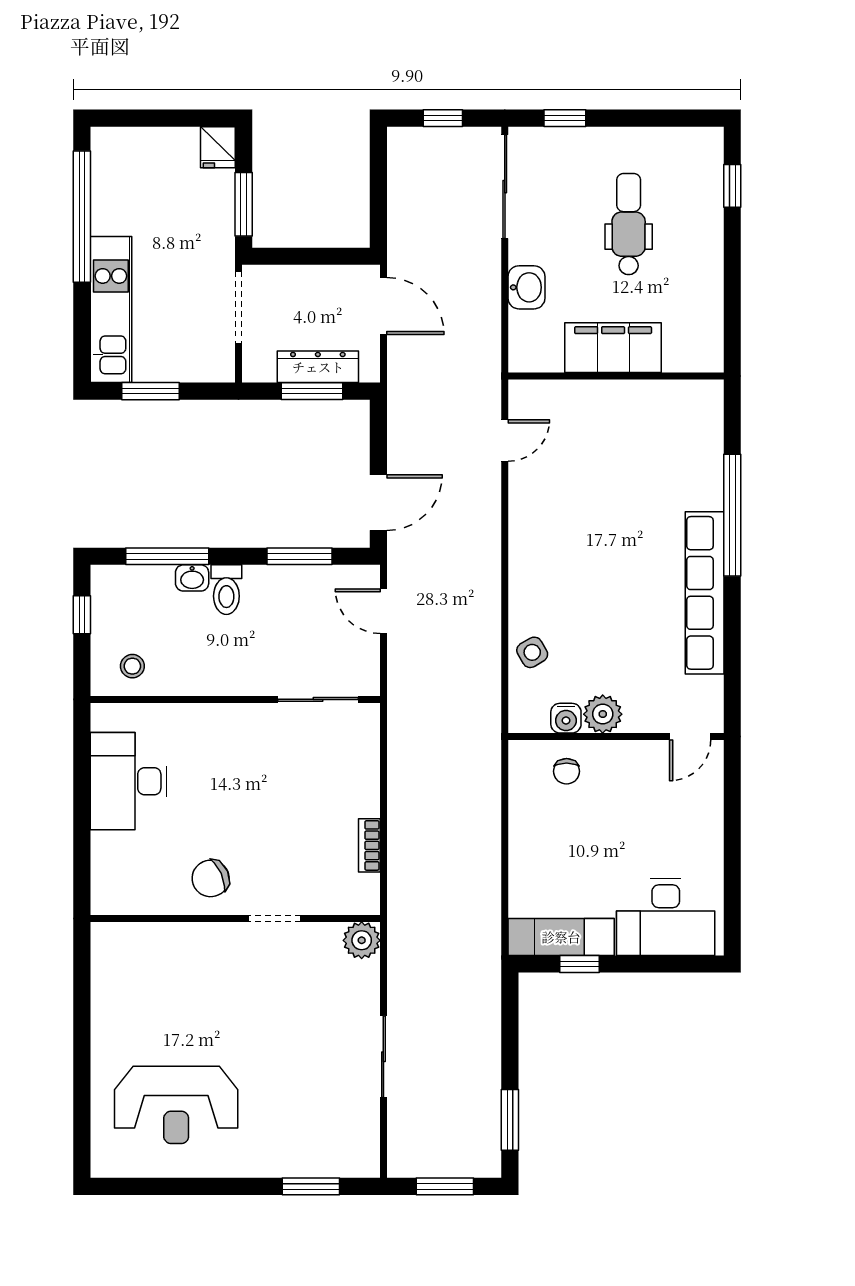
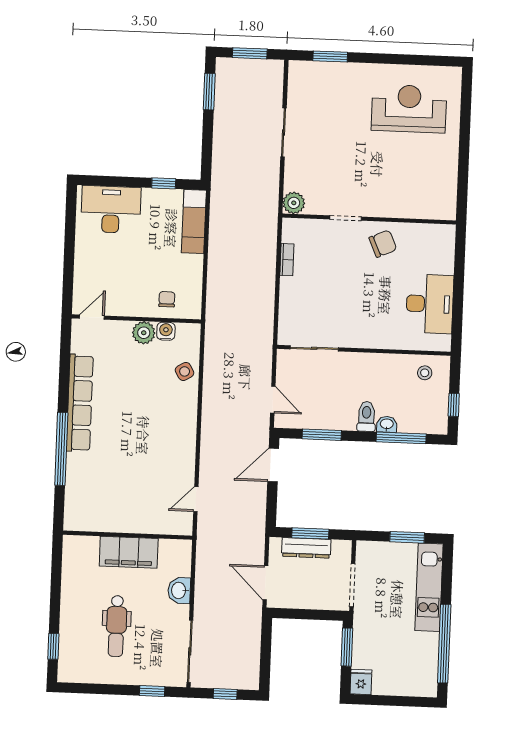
exam couch: (561, 937) -> (194, 221), moved, turned 90

